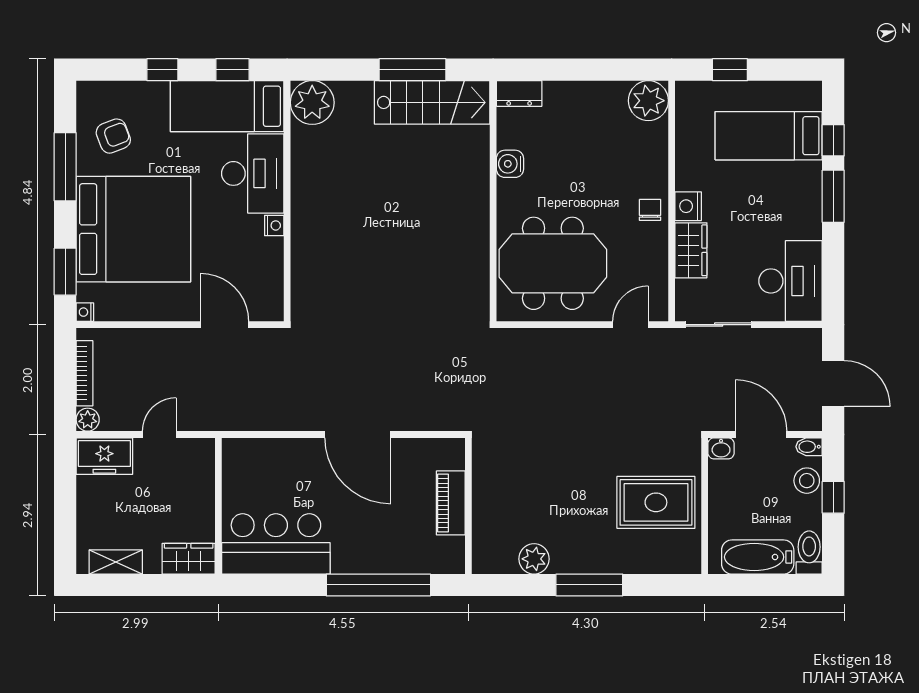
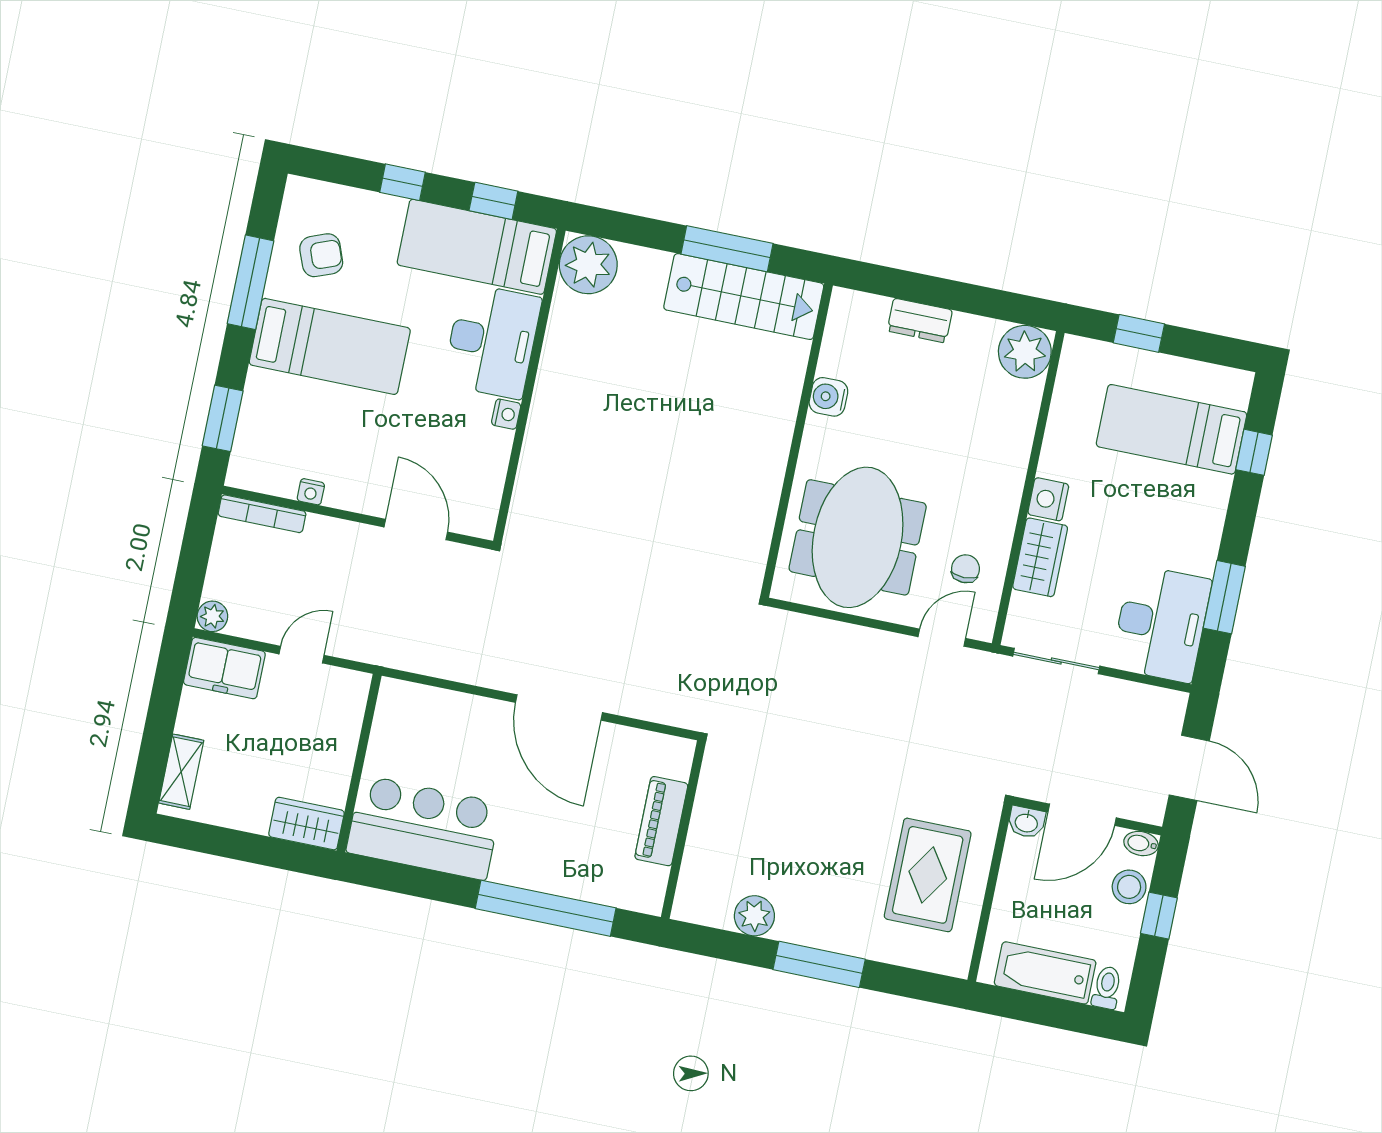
dresser: (519, 93) -> (920, 321), moved
window: (833, 196) -> (1224, 597), moved
chair: (650, 210) -> (966, 569), moved
bed: (133, 229) -> (330, 346), width x0.49
meeting table: (553, 263) -> (858, 537), turned 90
nightstand: (85, 312) -> (311, 492), moved, turned -90
bookcase: (84, 373) -> (262, 514), moved, turned 90
door: (761, 434) -> (1082, 815), swing flipped
rug: (656, 502) -> (928, 875), turned 90
toilet: (809, 552) -> (1107, 988), width x0.73, depth x0.72
shelving: (116, 562) -> (181, 772), moved, turned 90

